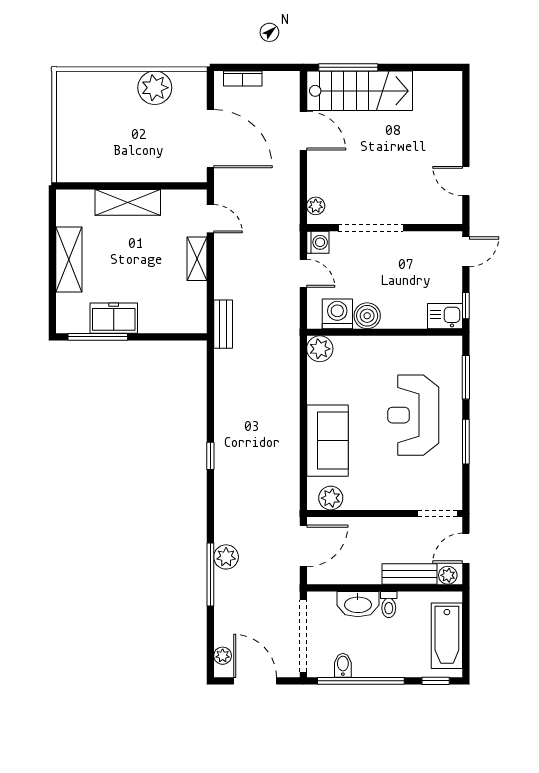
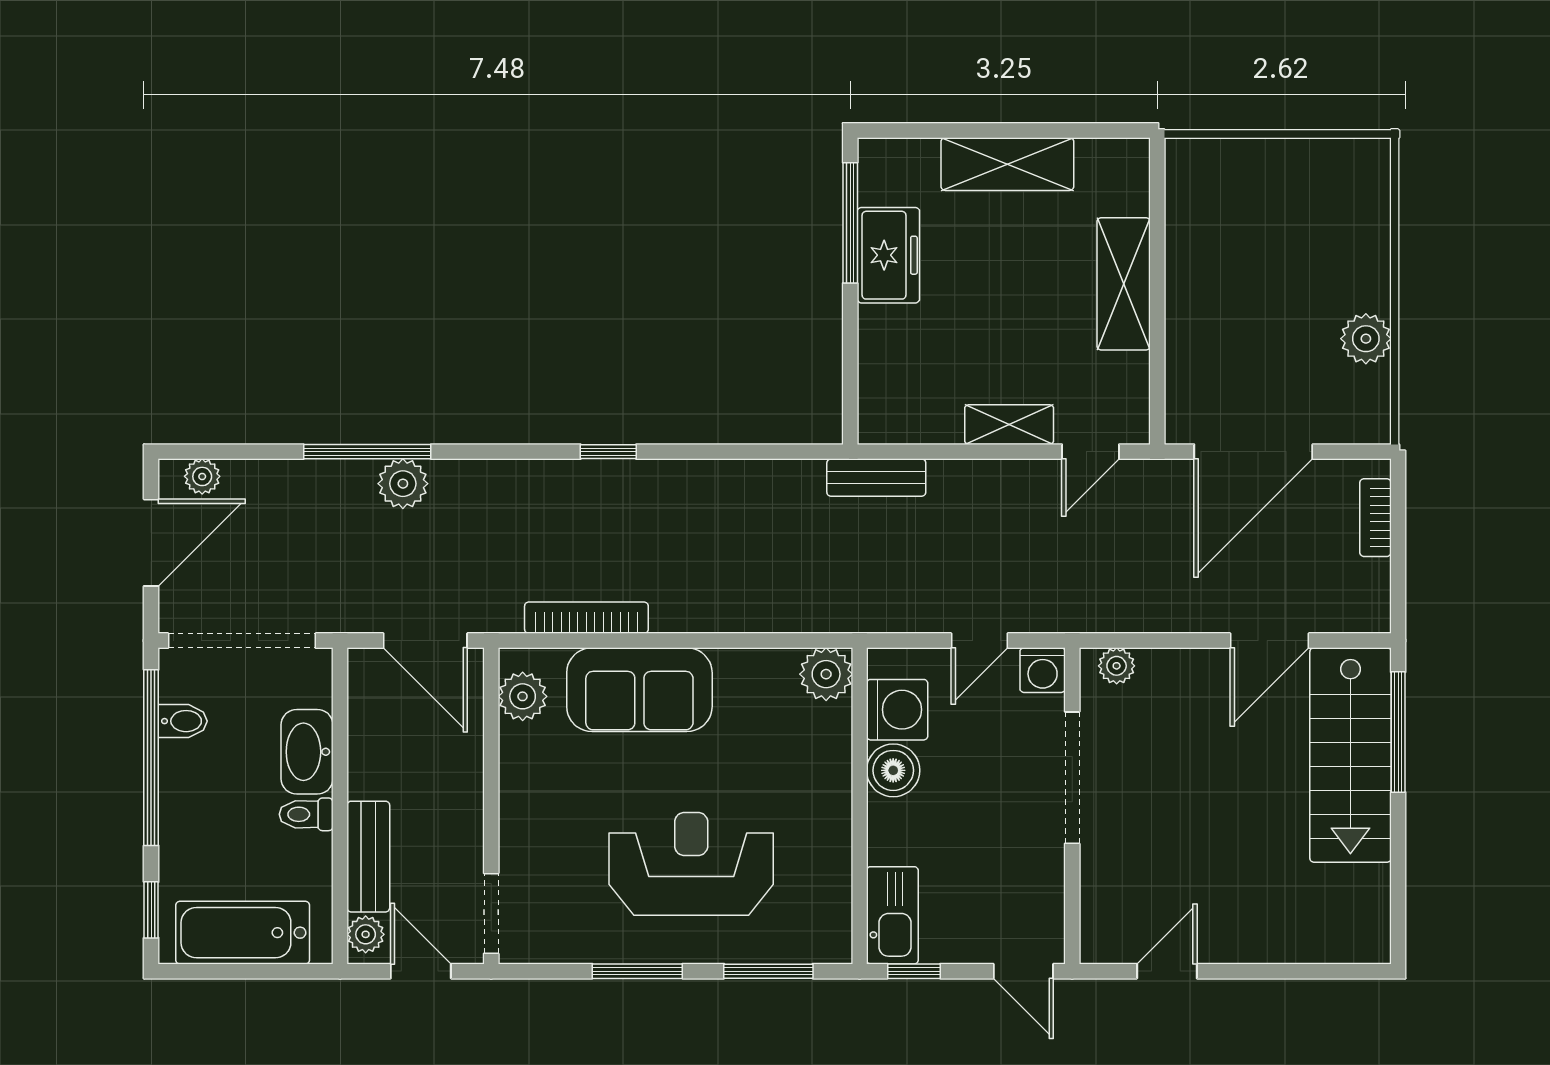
plant: (155, 88) -> (1366, 339), width x0.73, depth x0.73
kitchen sink: (445, 316) -> (892, 915), width x1.38
bookcase: (292, 467) -> (586, 618), added

